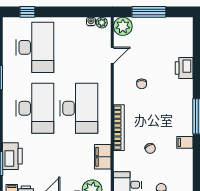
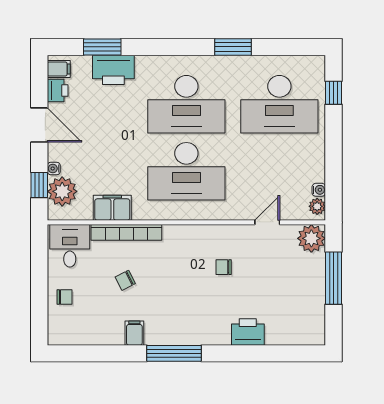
door: (112, 55) -> (267, 222), swing flipped
bookcase: (119, 128) -> (126, 232), moved

